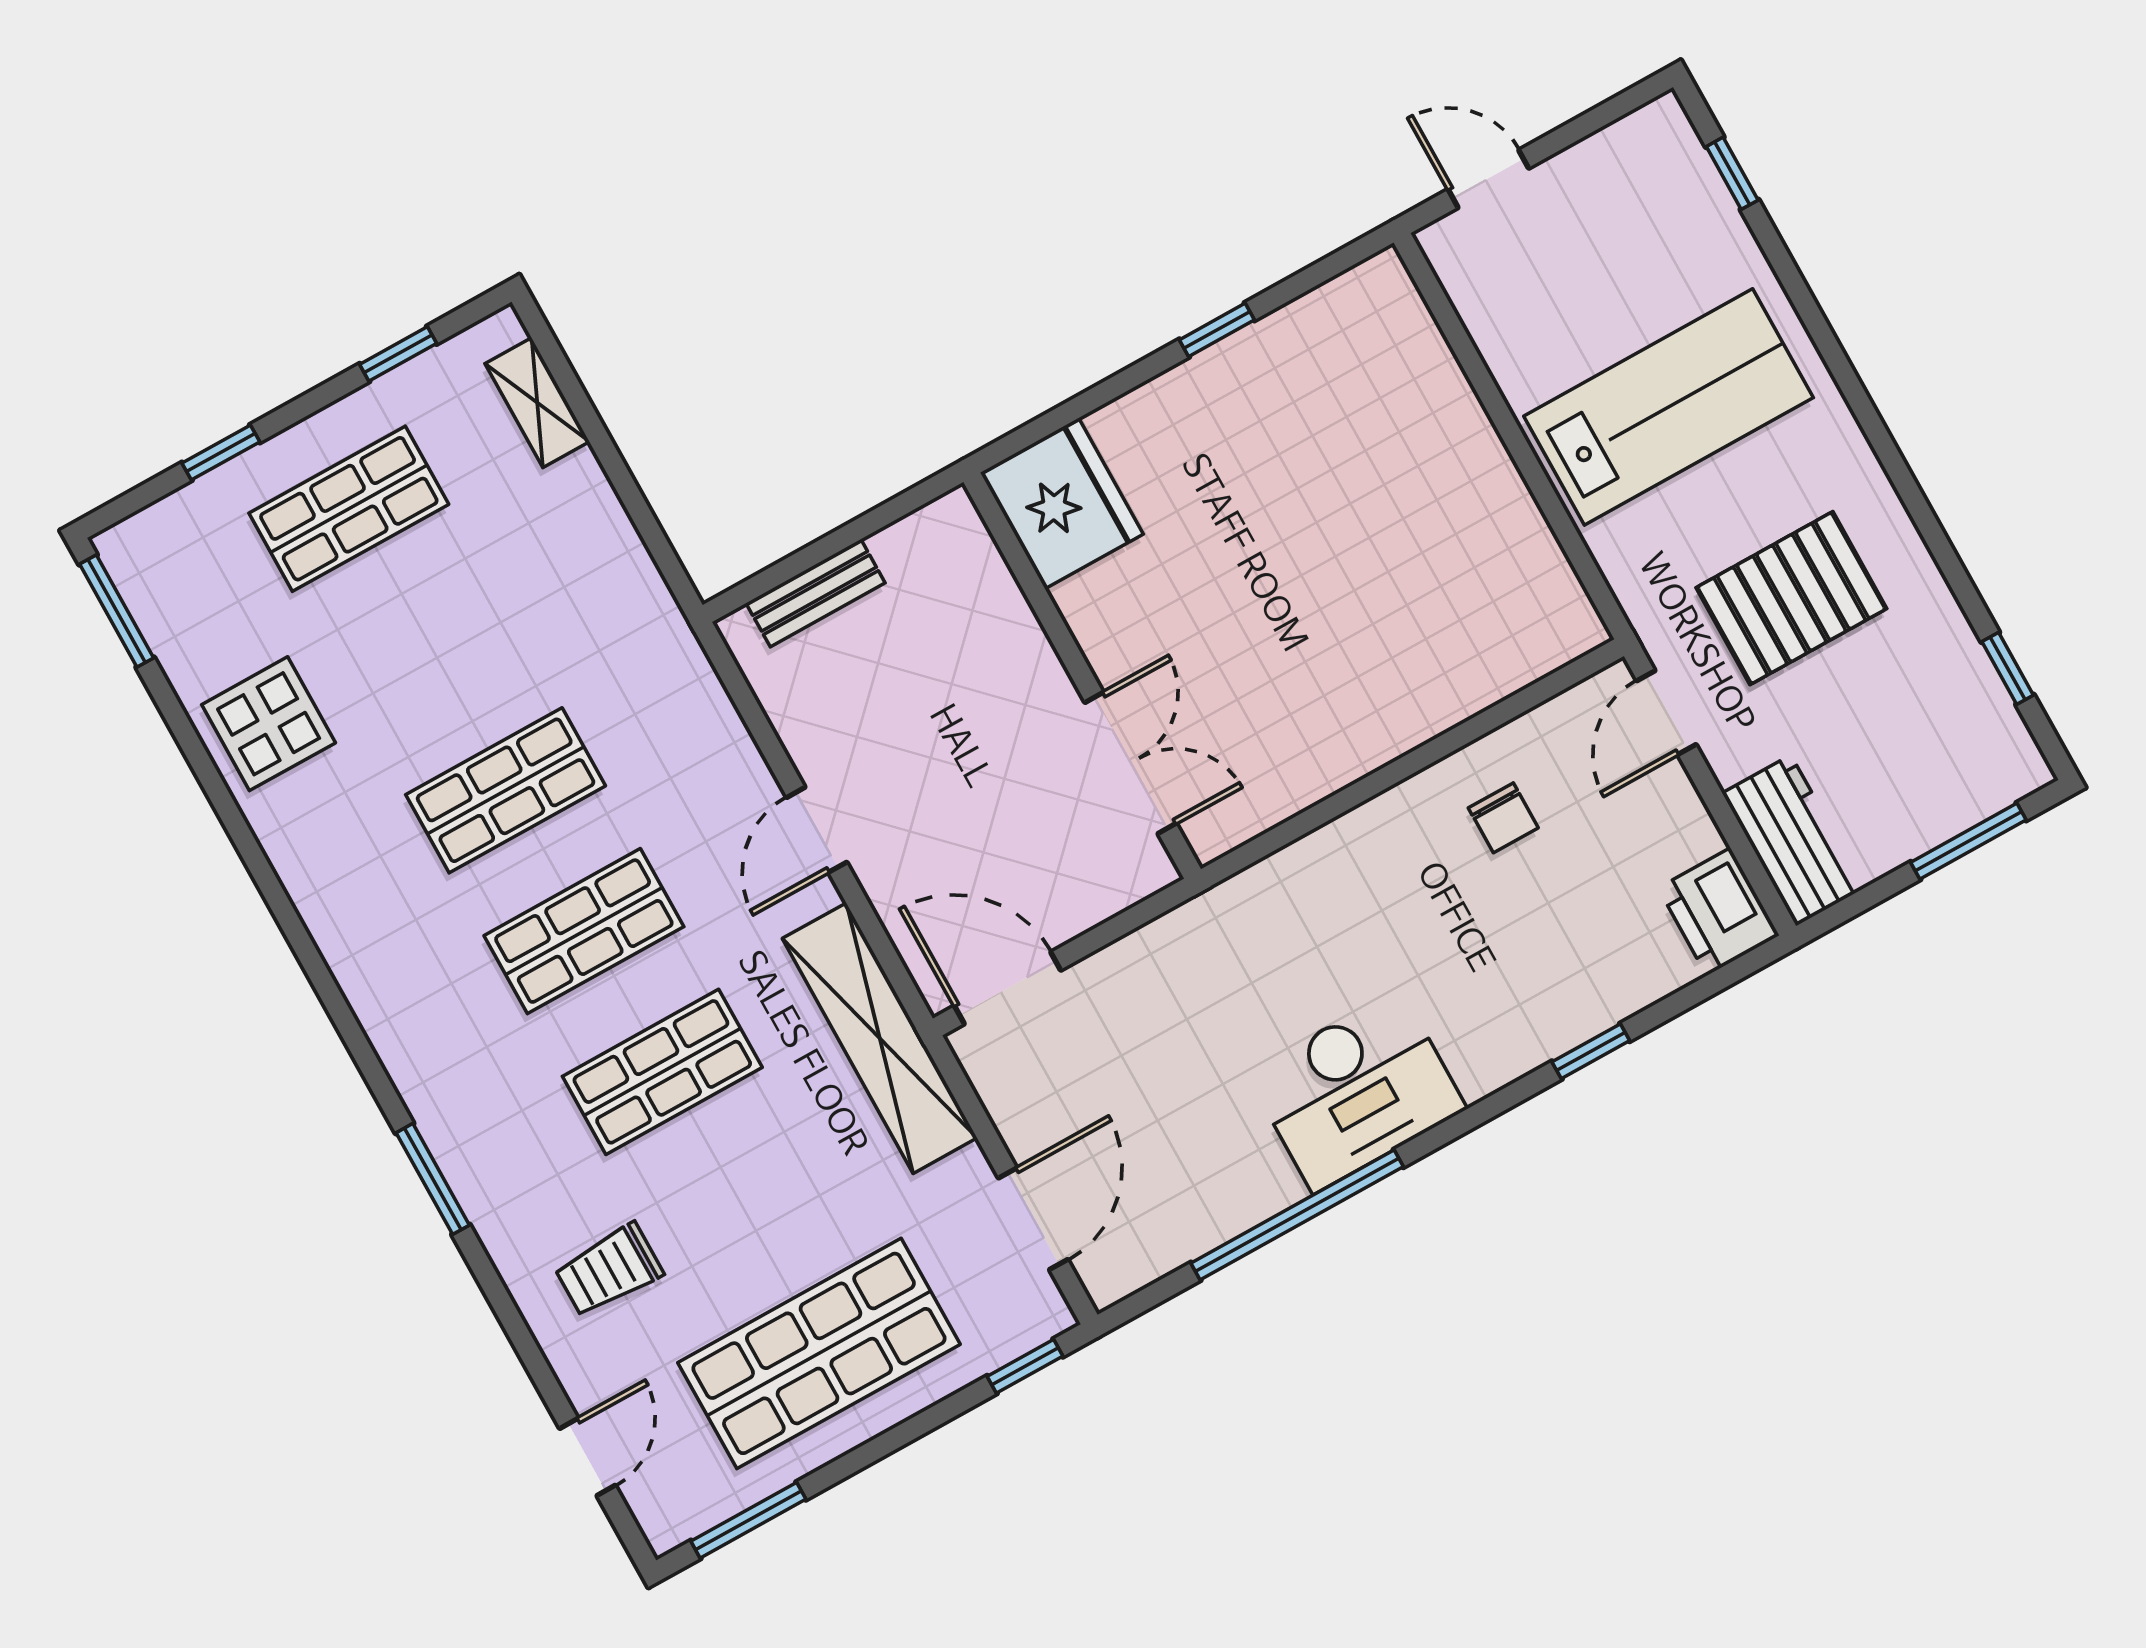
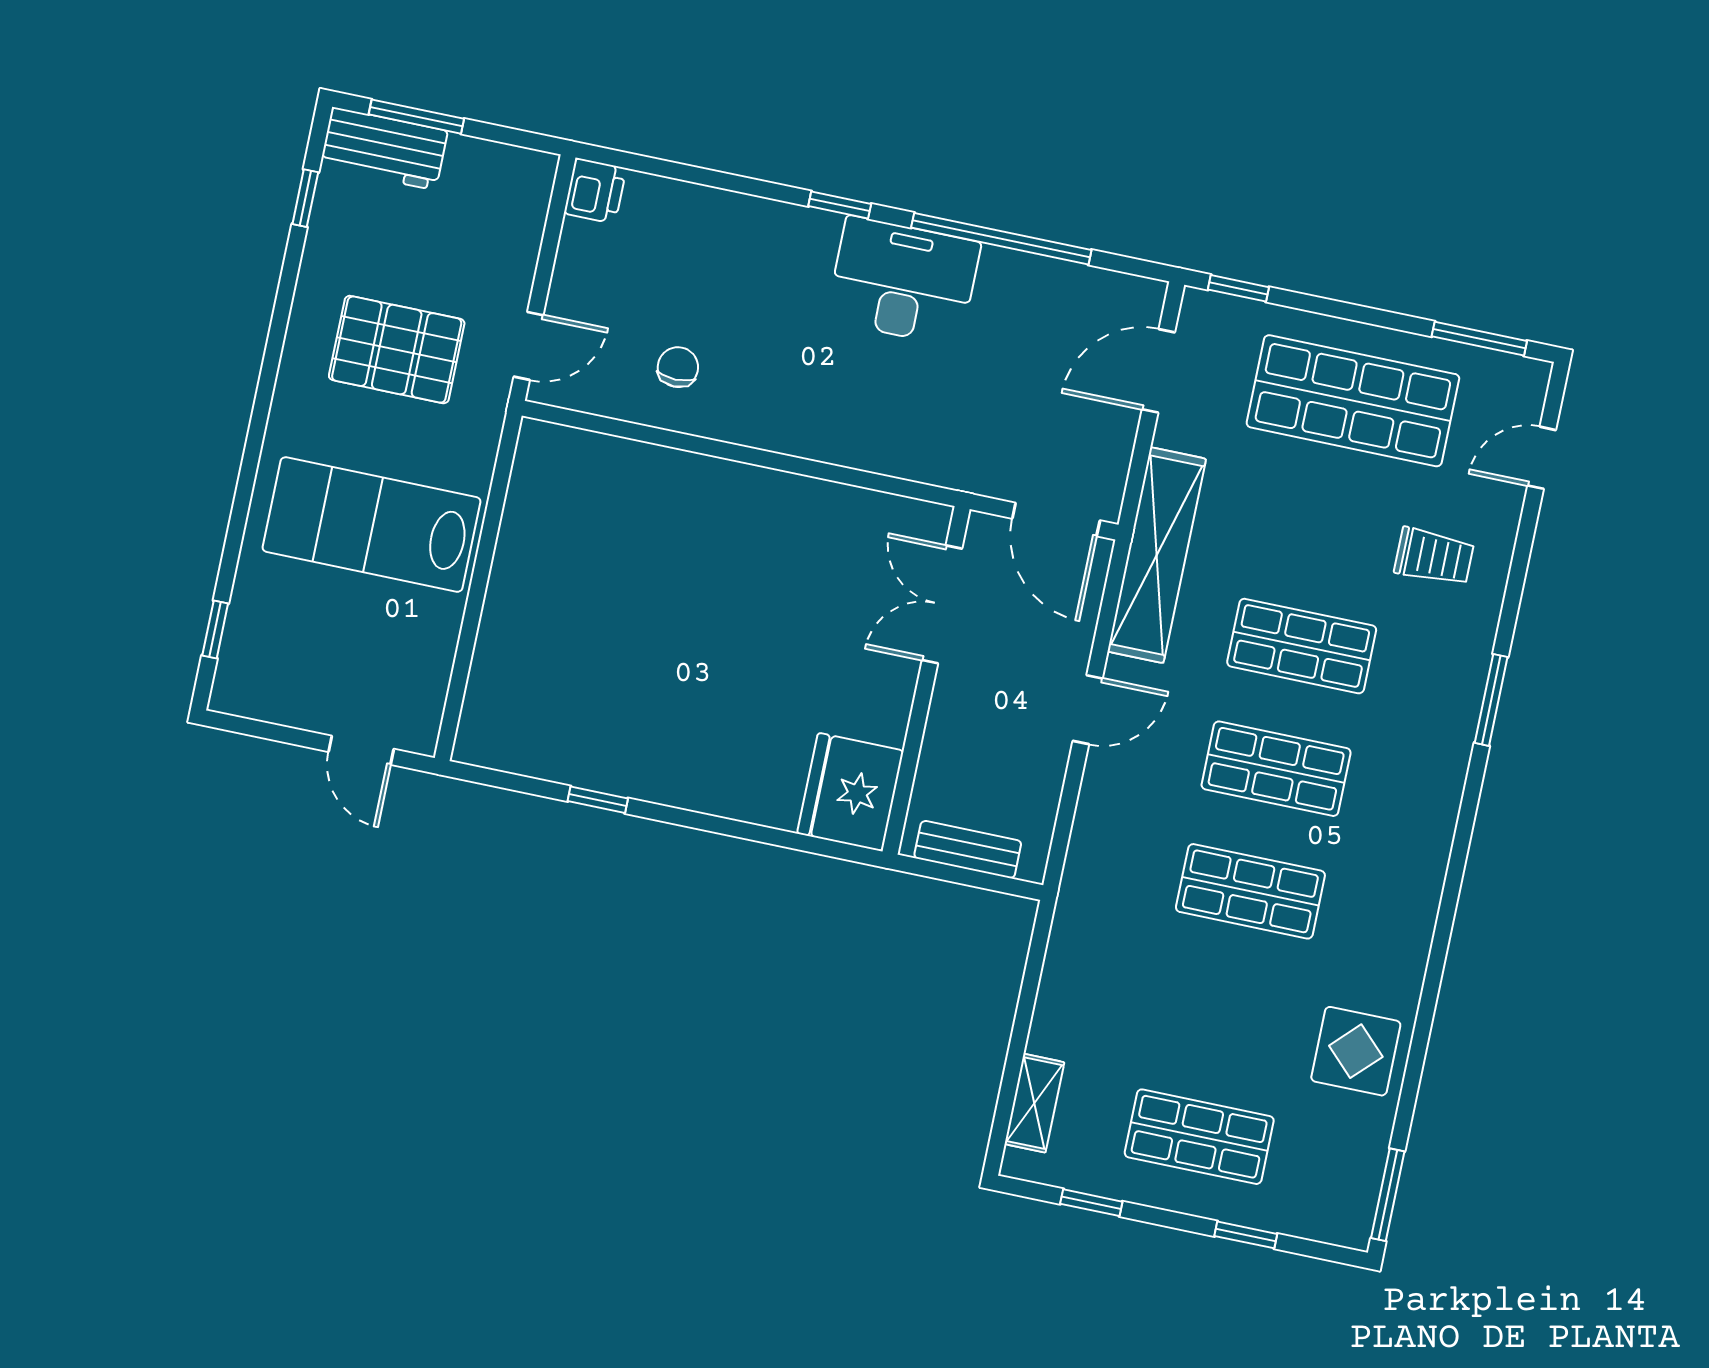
fridge: (1062, 503) -> (850, 792), moved
wall: (1082, 676) -> (926, 680), moved
double door: (1131, 763) -> (942, 604), moved
workbench: (1793, 840) -> (384, 149), moved, turned -90
printer: (1719, 912) -> (595, 191), width x0.73, depth x0.81
window: (1591, 1051) -> (840, 205), moved

